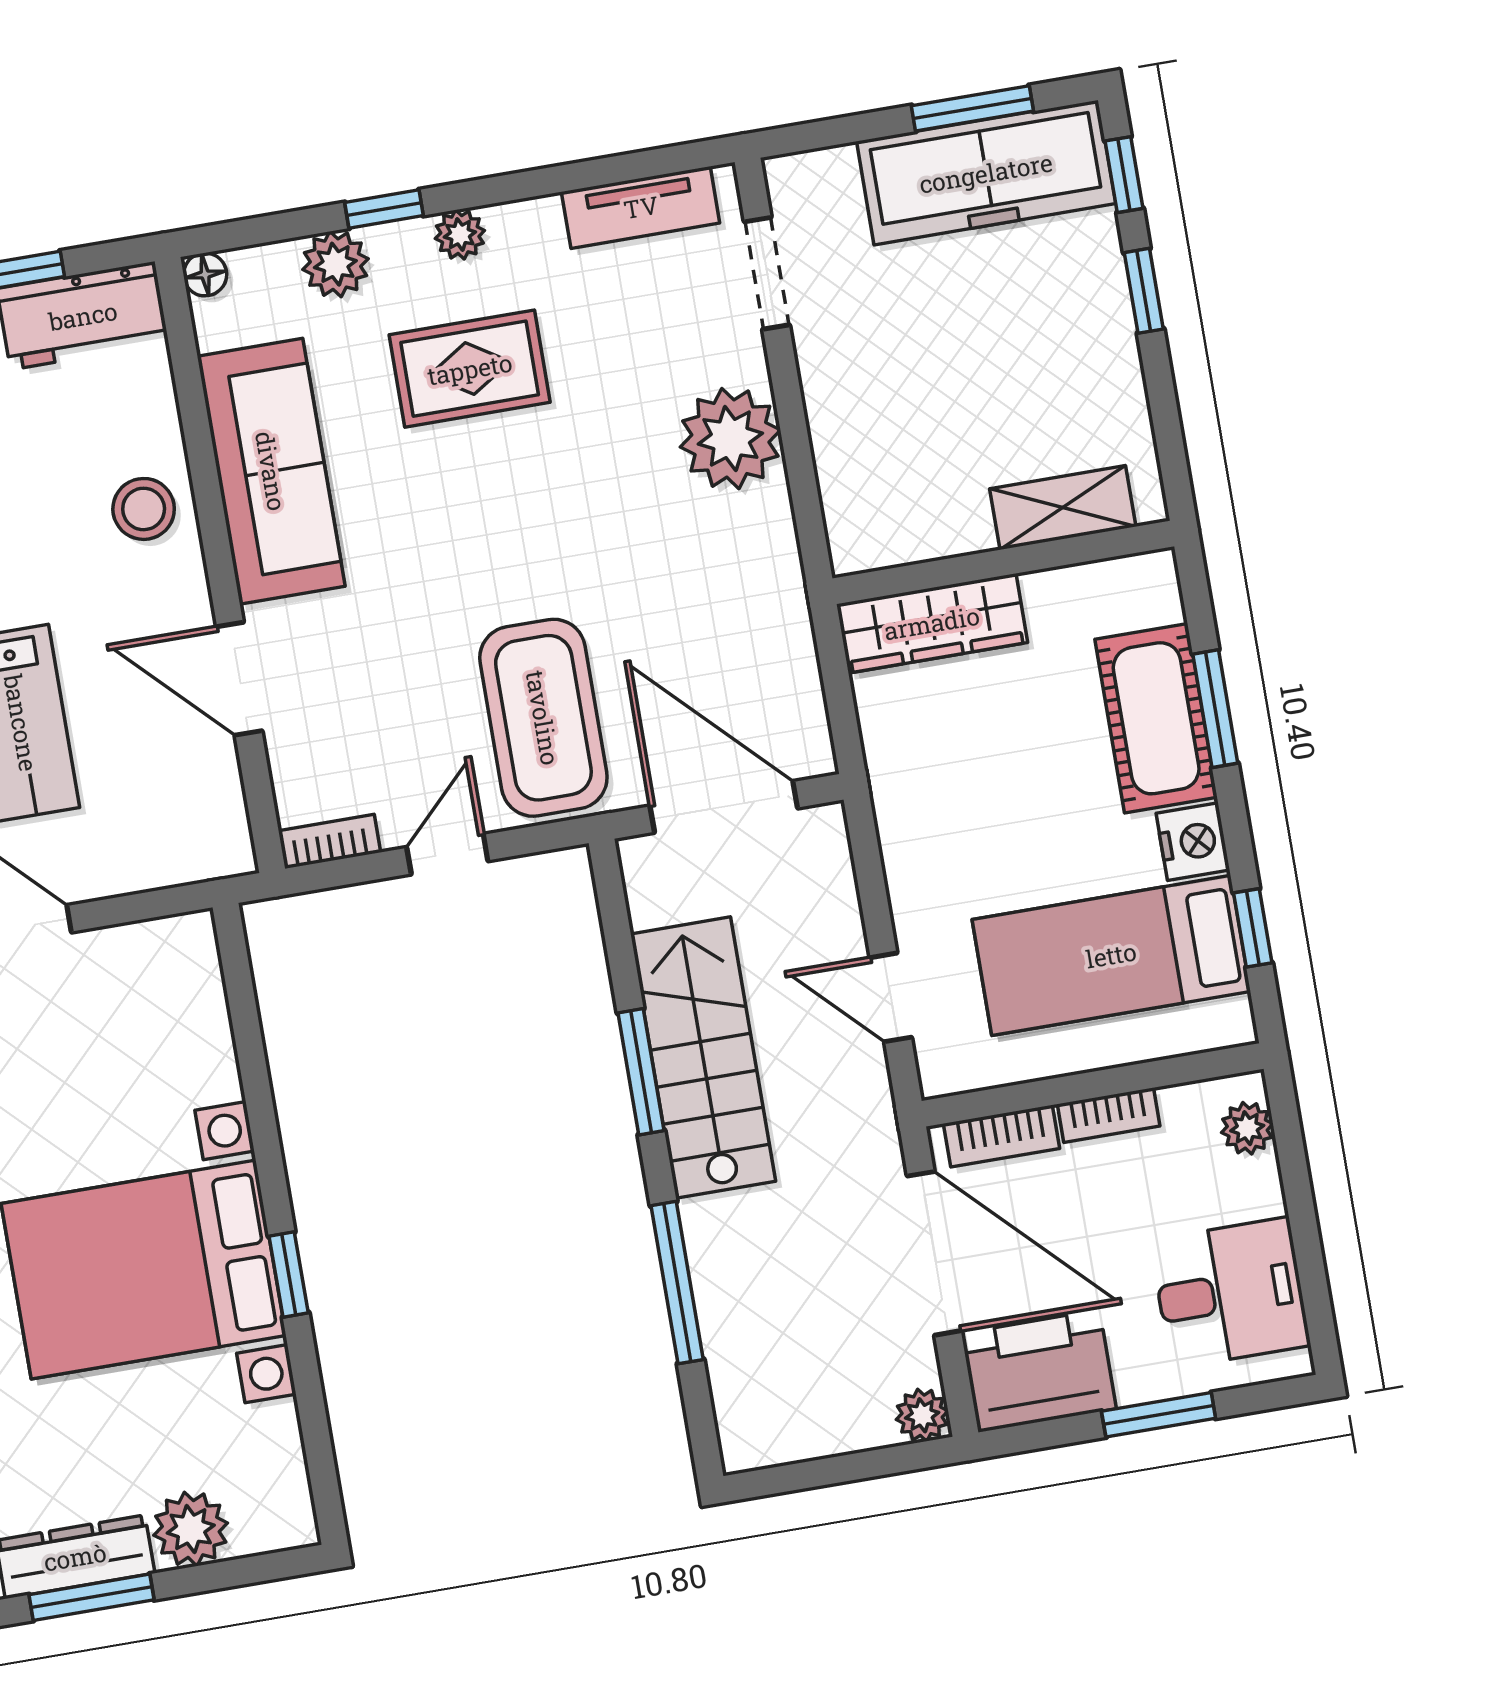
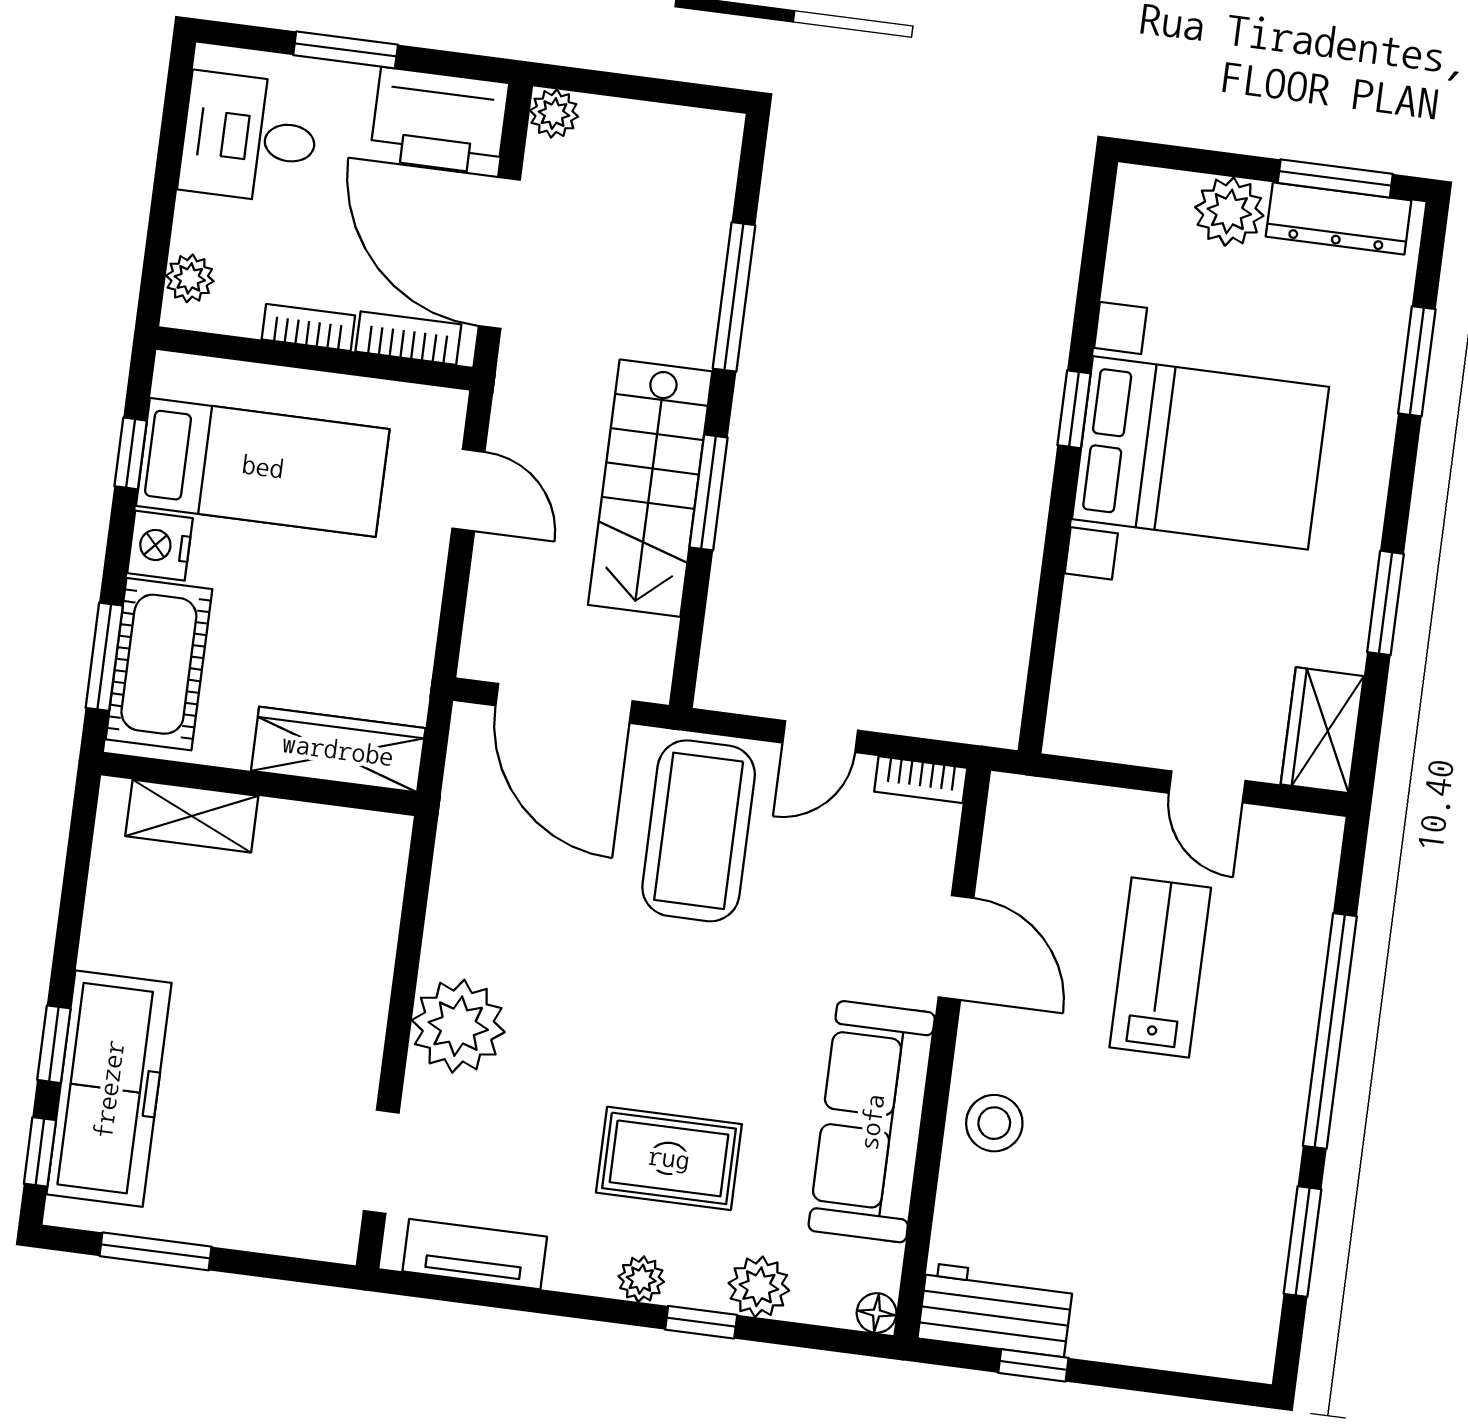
freezer: (986, 173) -> (109, 1089), moved, turned 90
shelving: (1063, 508) -> (192, 816), moved
wall: (1003, 562) -> (259, 784), moved
wardrobe: (932, 623) -> (338, 750), moved

